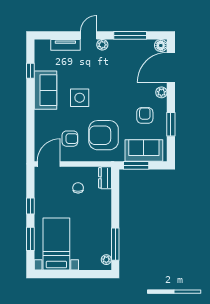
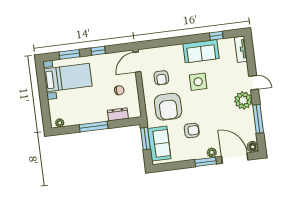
tv unit: (65, 45) -> (241, 49), moved
plant: (102, 45) -> (243, 100), width x1.88, depth x1.88
armchair: (145, 115) -> (192, 130), moved
window: (171, 124) -> (206, 162), moved
armchair: (104, 135) -> (168, 107), turned 180
door: (49, 164) -> (137, 62), swing flipped
dresser: (105, 178) -> (118, 114), moved
window: (115, 244) -> (94, 127), moved

